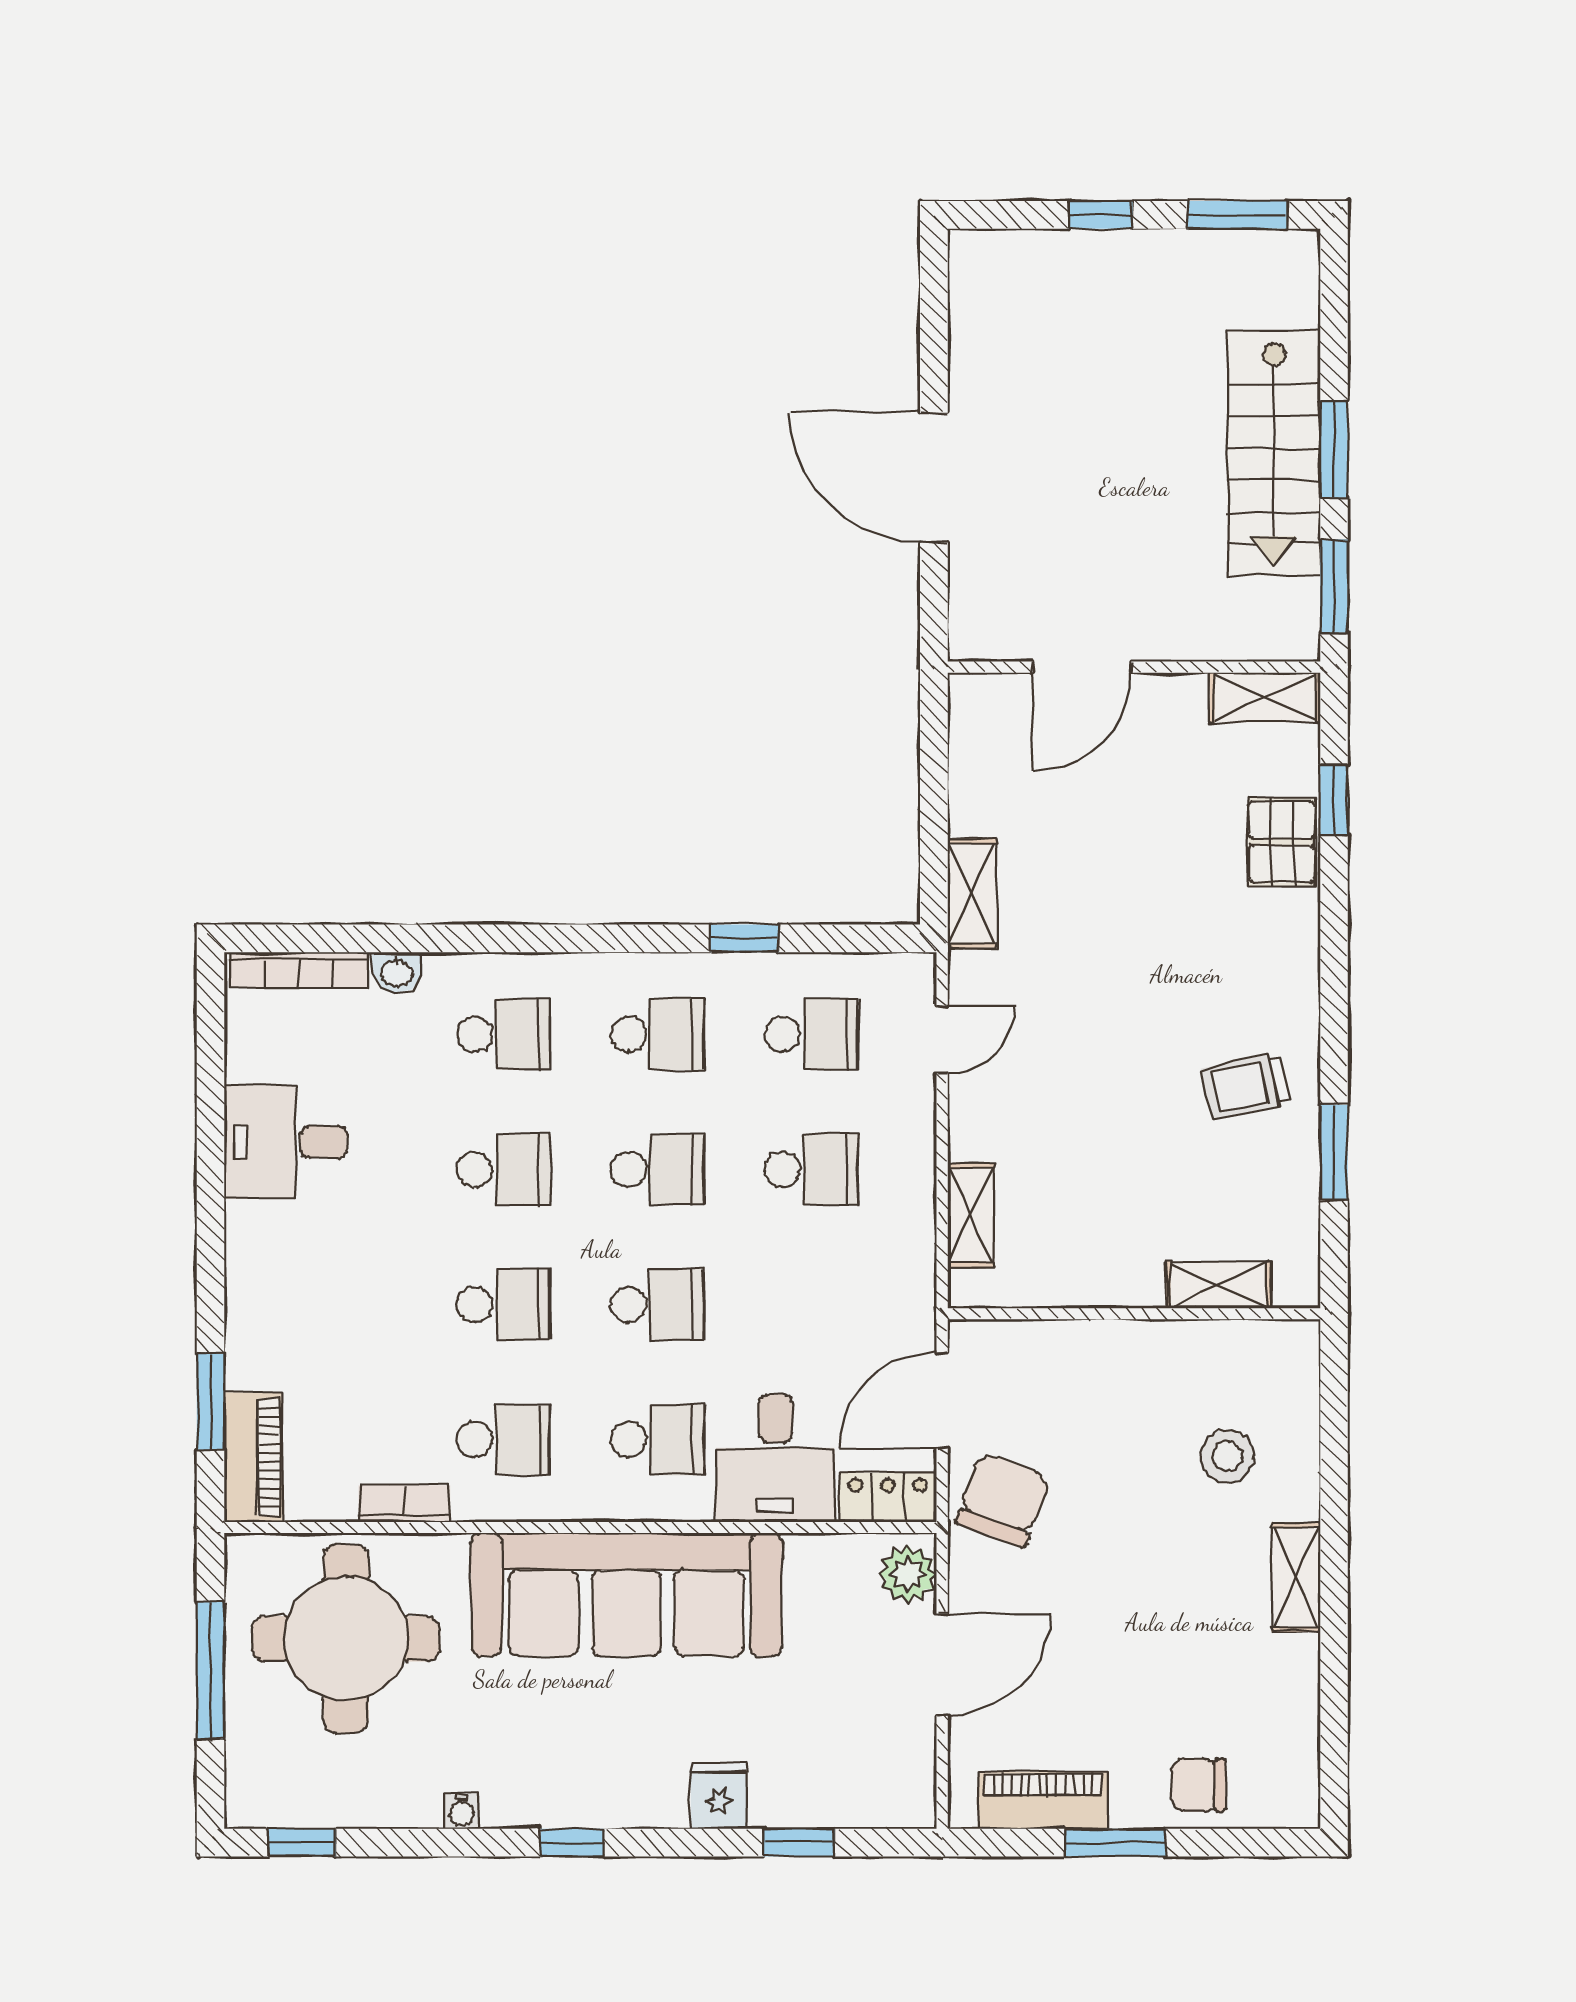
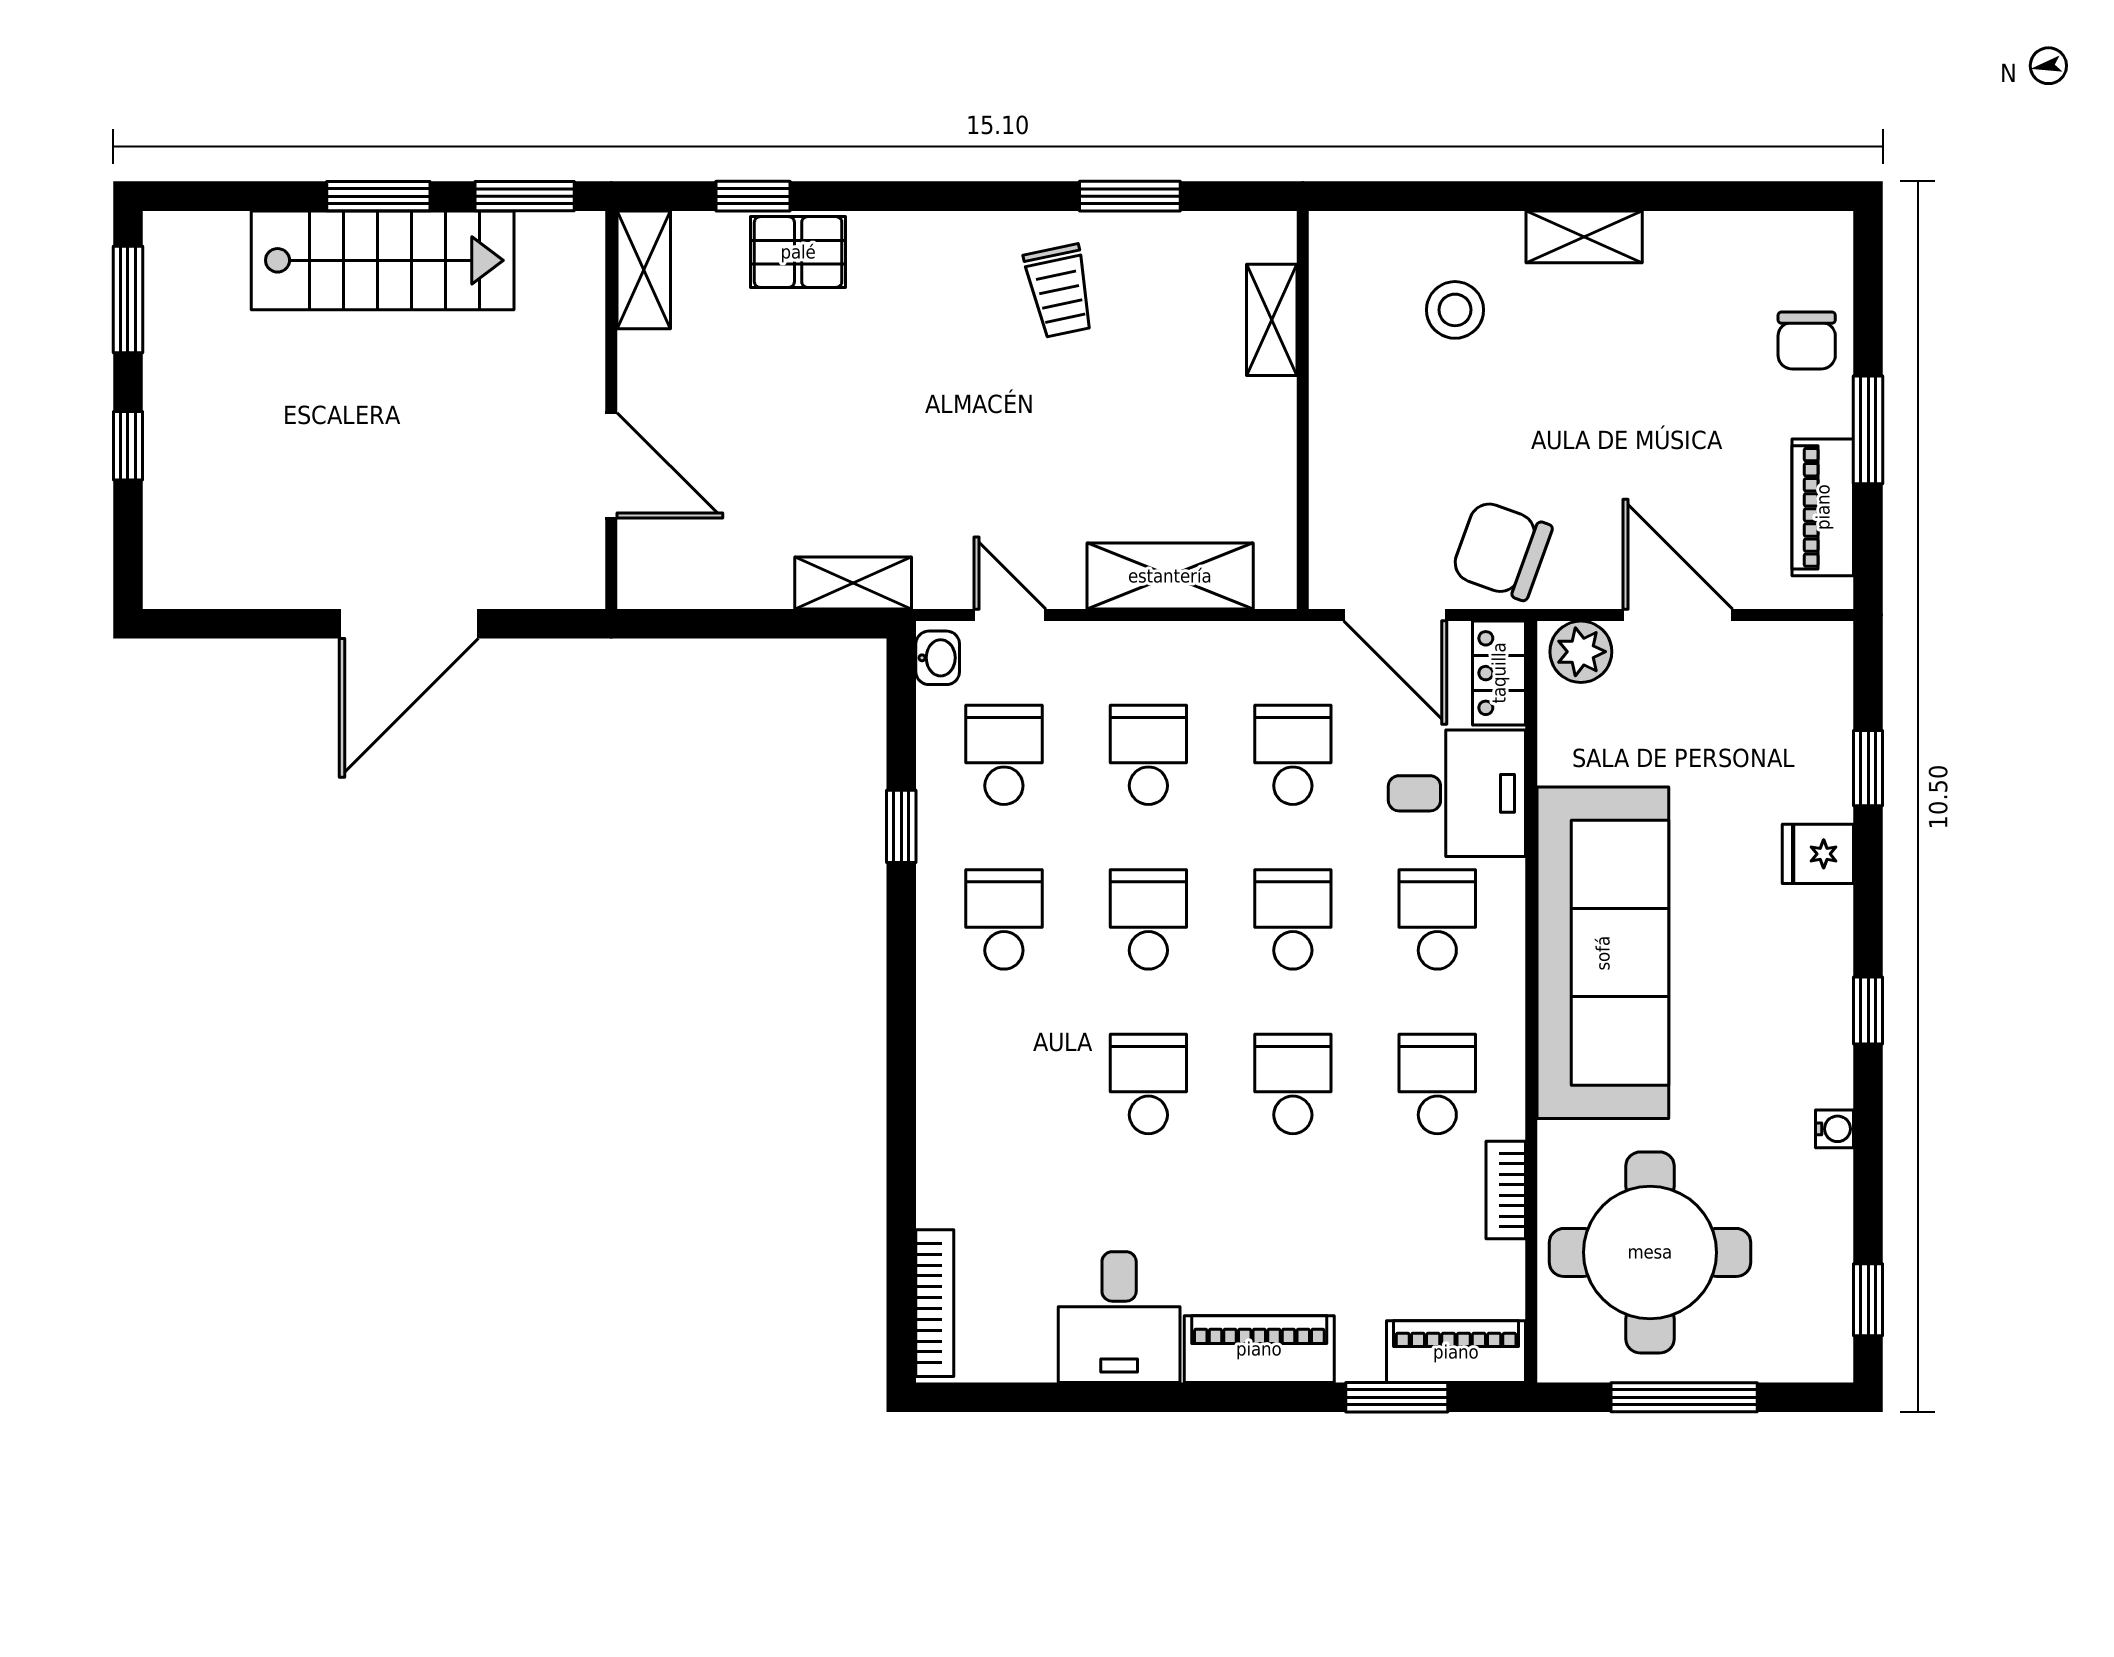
washbasin: (397, 972) -> (938, 658), moved
school desk: (503, 1034) -> (1293, 755), moved
shelving: (971, 1216) -> (1170, 576), width x1.50, depth x1.33
piano: (256, 1273) -> (1259, 1349), added

